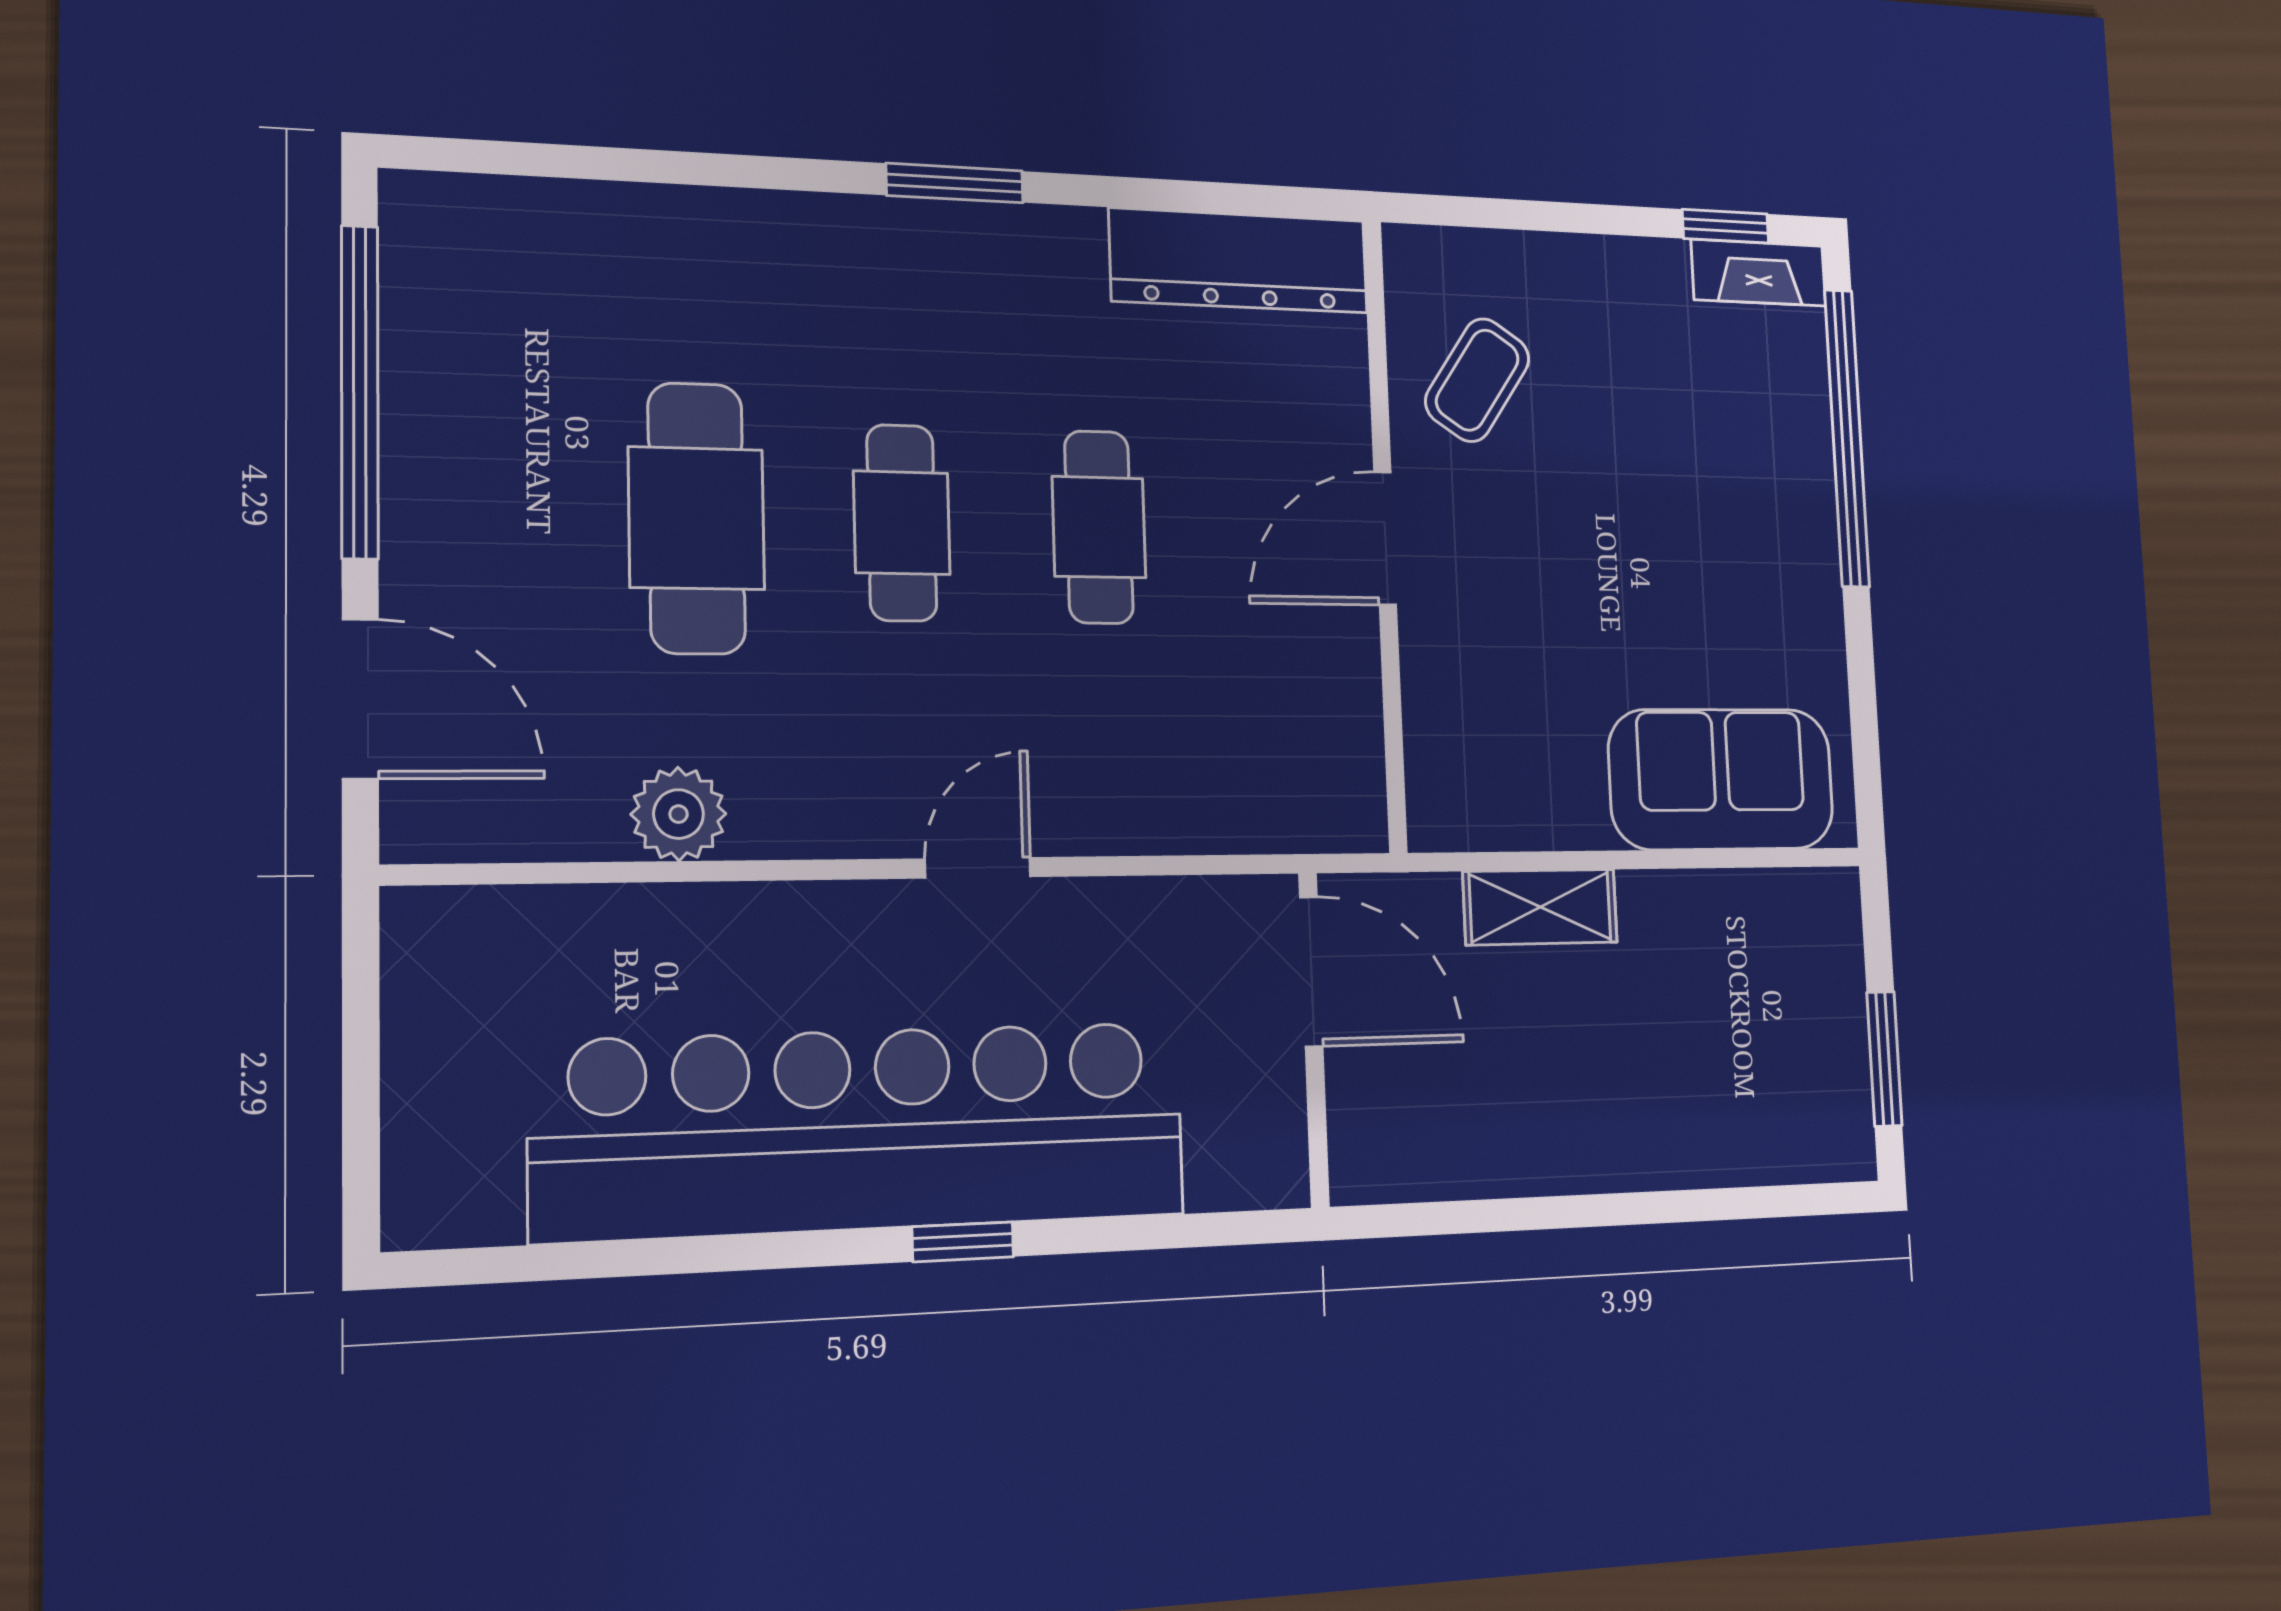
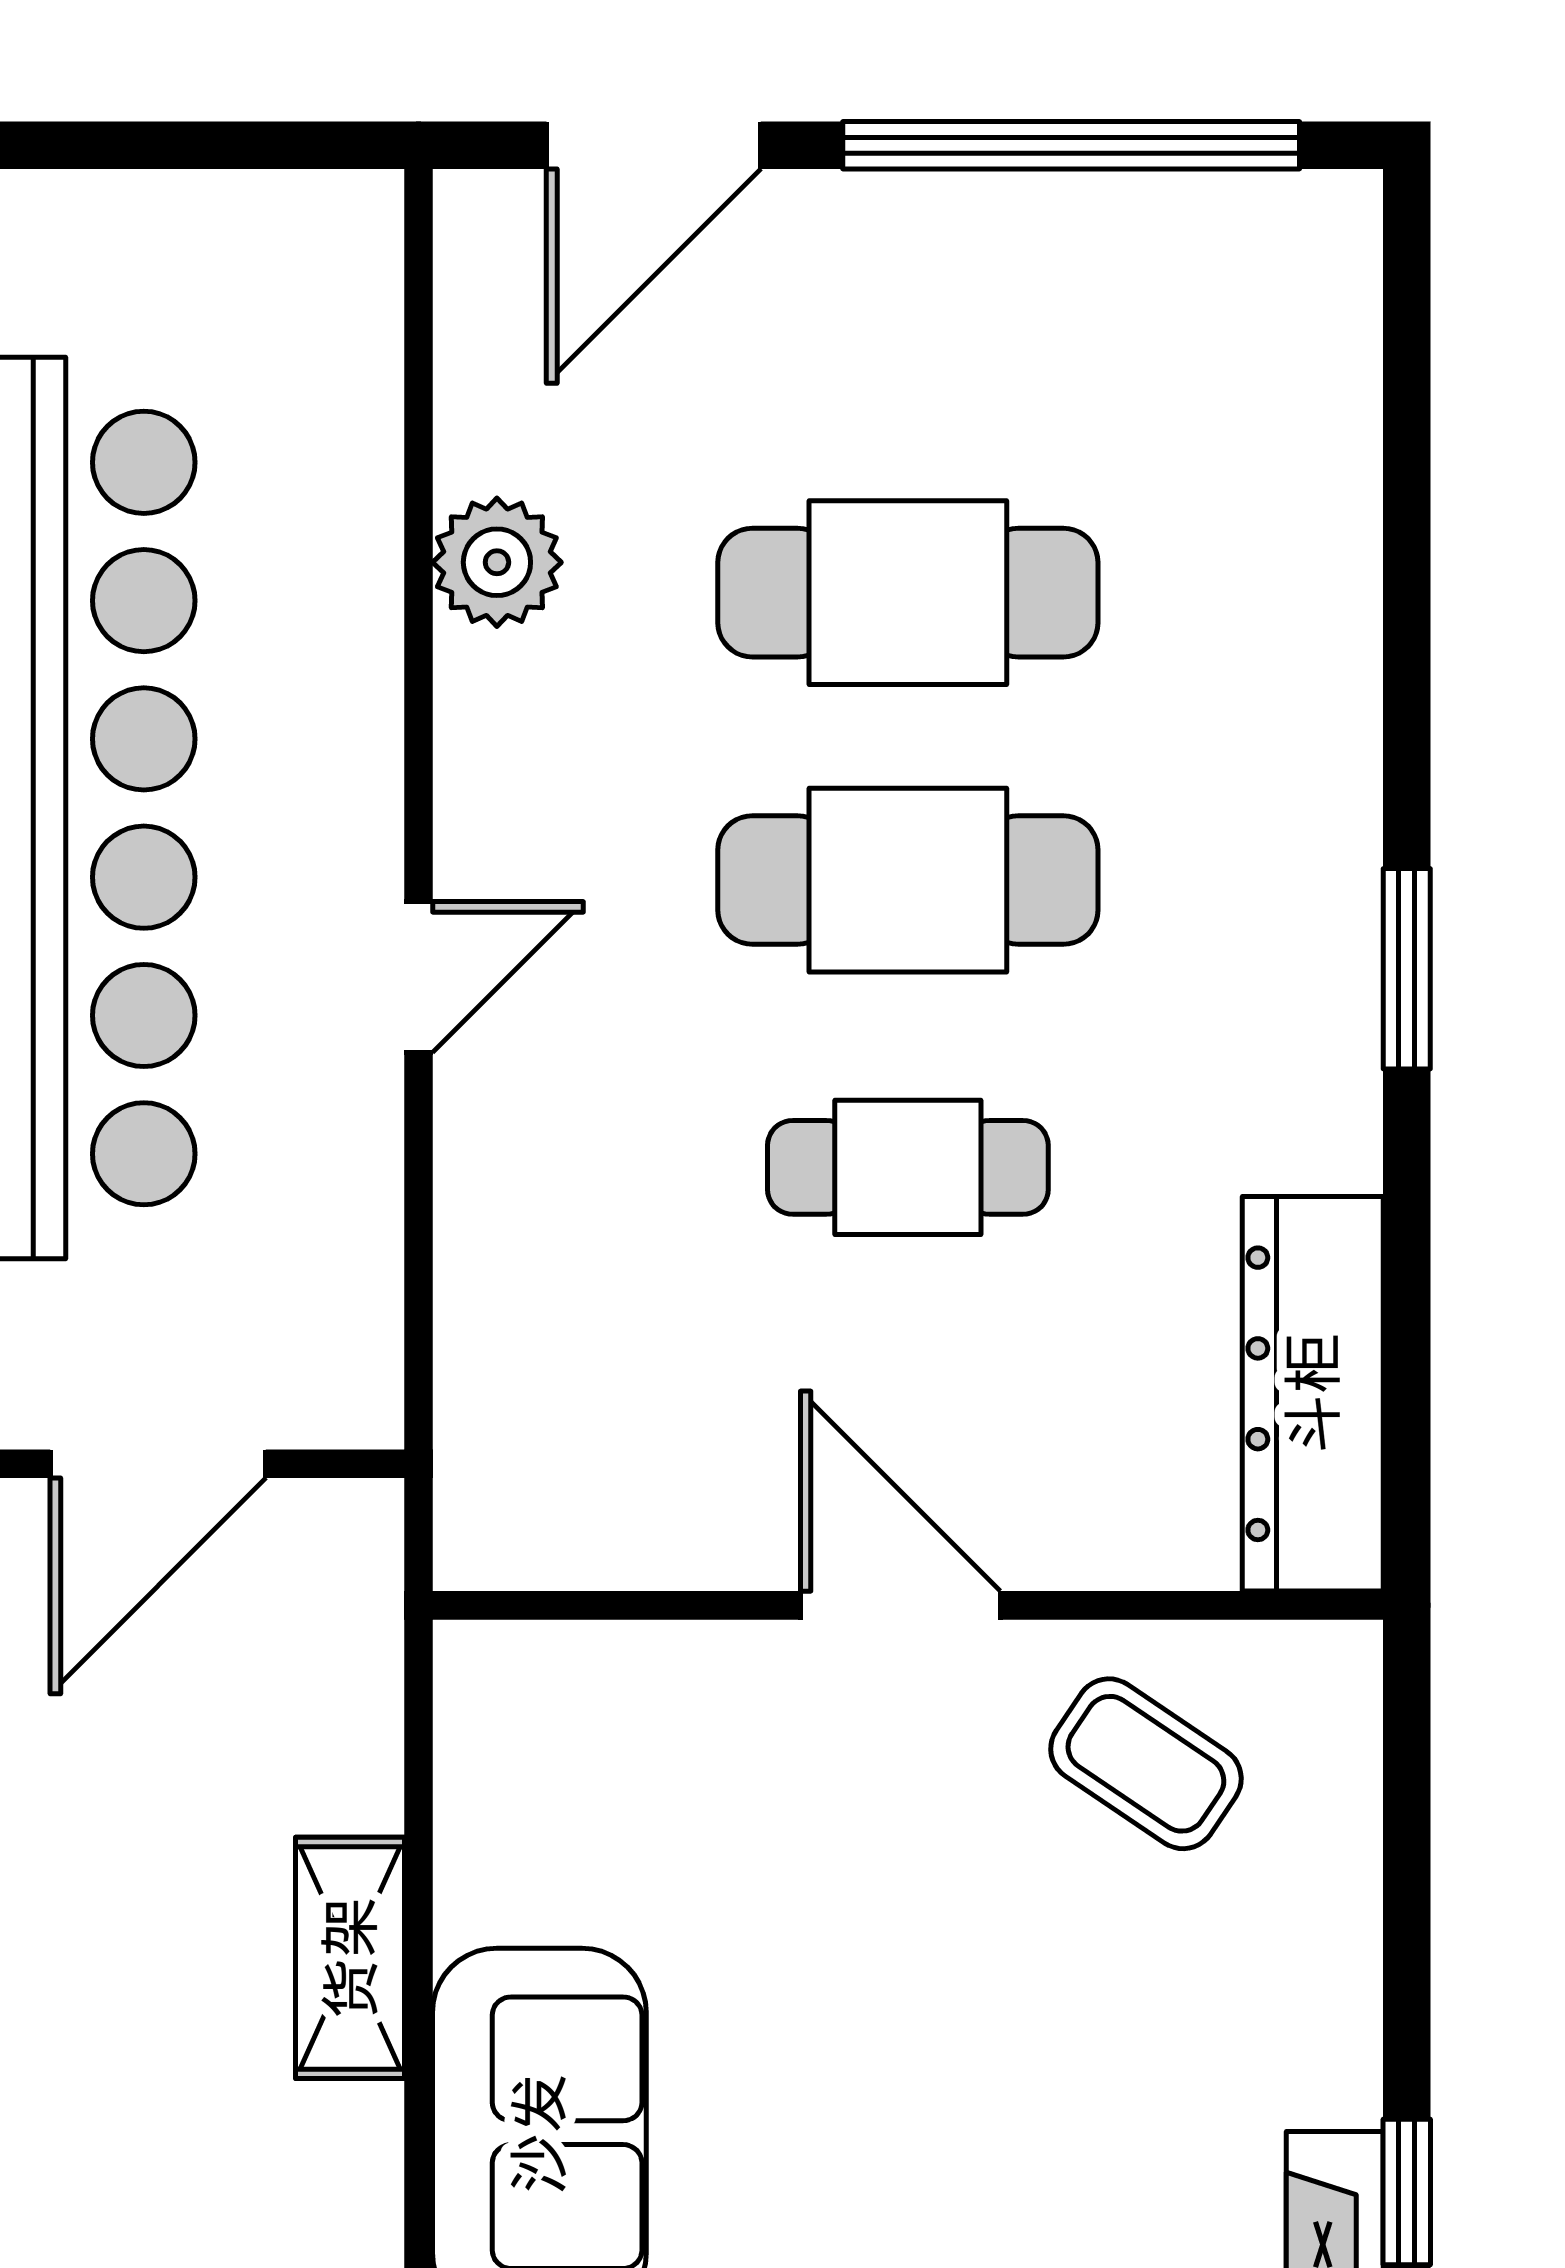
cafe table: (902, 523) -> (908, 880), width x1.37, depth x1.35
door: (978, 868) -> (418, 977), hinge flipped
shelving: (1540, 907) -> (350, 1958), moved
door: (1311, 972) -> (158, 1464), moved

